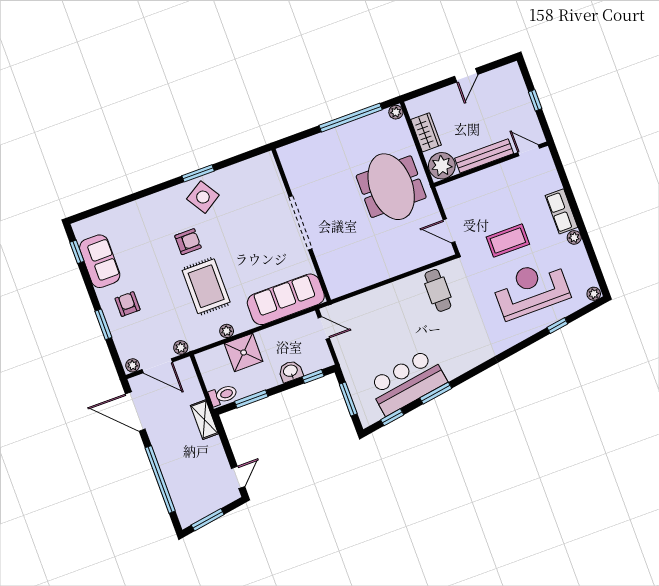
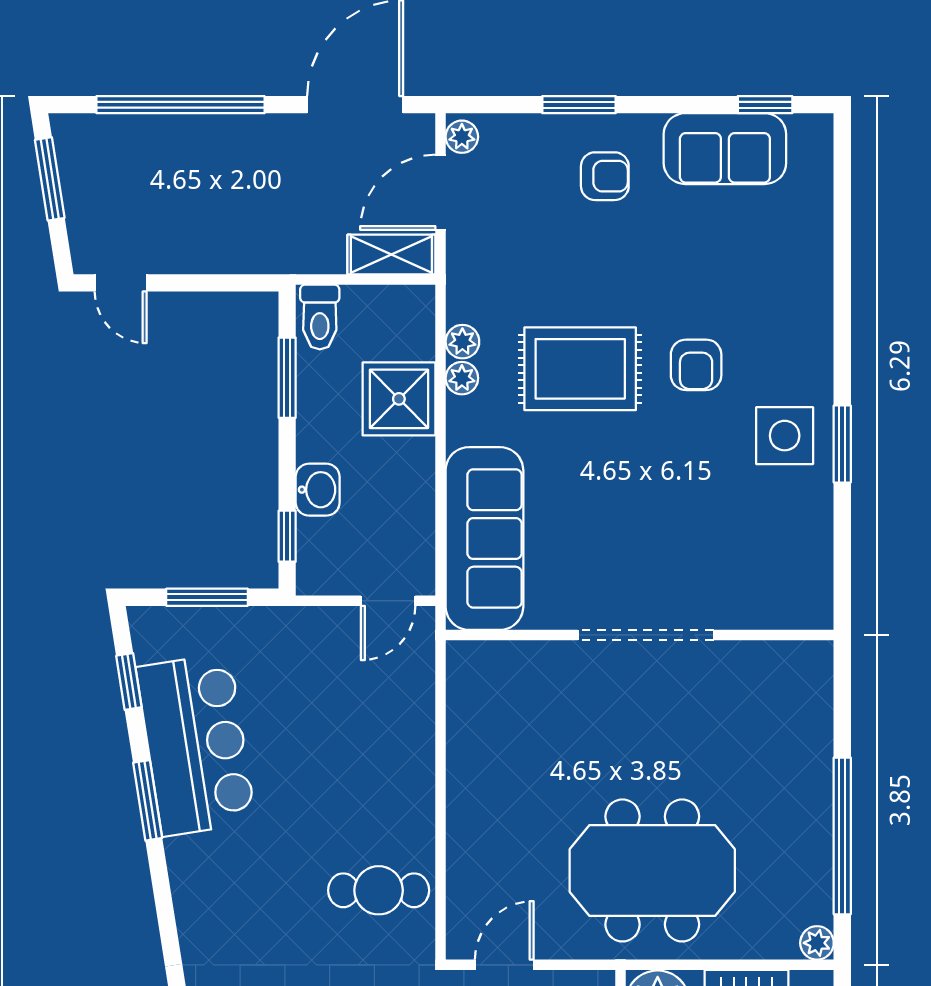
side table: (203, 197) -> (785, 436), turned 32
plant: (181, 347) -> (462, 342), moved
shelving: (204, 420) -> (391, 255), moved

